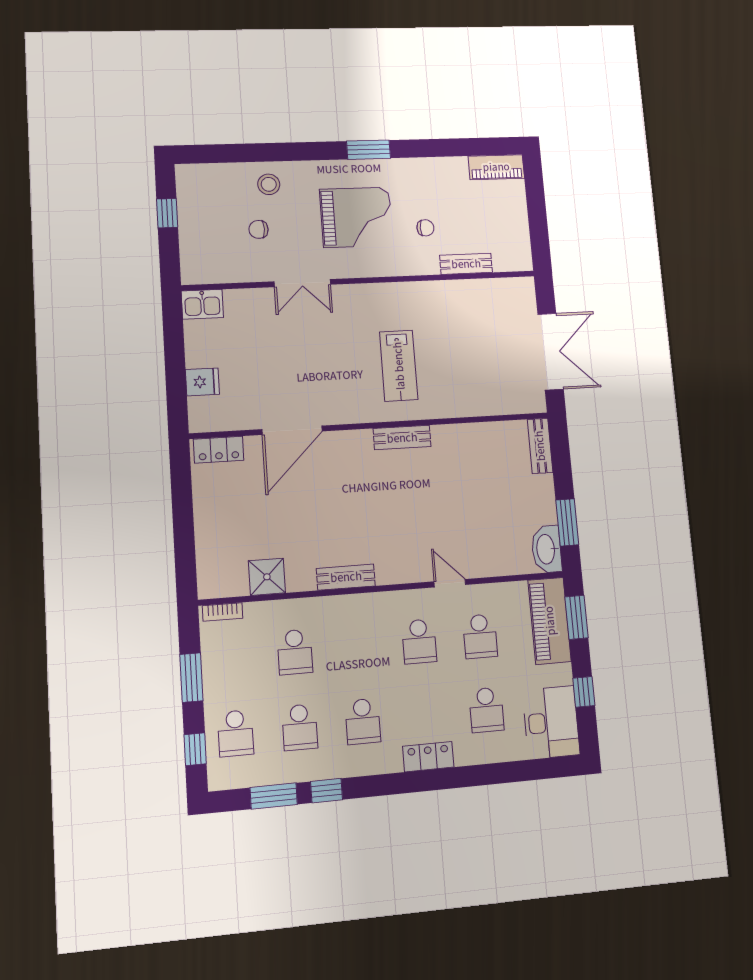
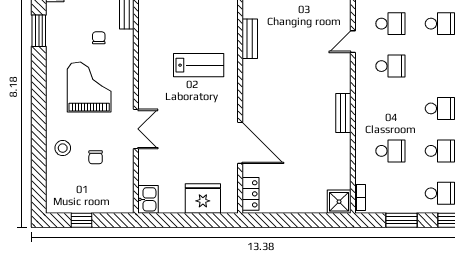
window: (369, 150) -> (39, 31), moved
fridge: (202, 382) -> (203, 199), width x1.88, depth x1.34
bench: (402, 438) -> (250, 39), moved
shower: (267, 577) -> (339, 202), moved

